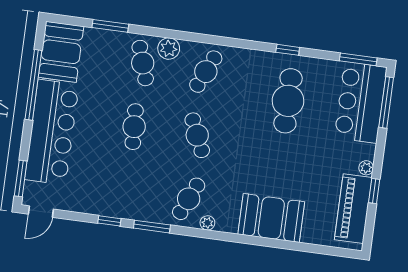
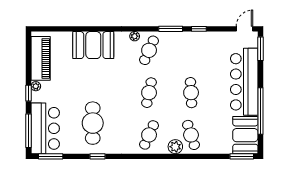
window: (110, 26) -> (242, 156), moved
cafe table: (197, 135) -> (149, 93), turned 36
window: (374, 191) -> (28, 93), moved

